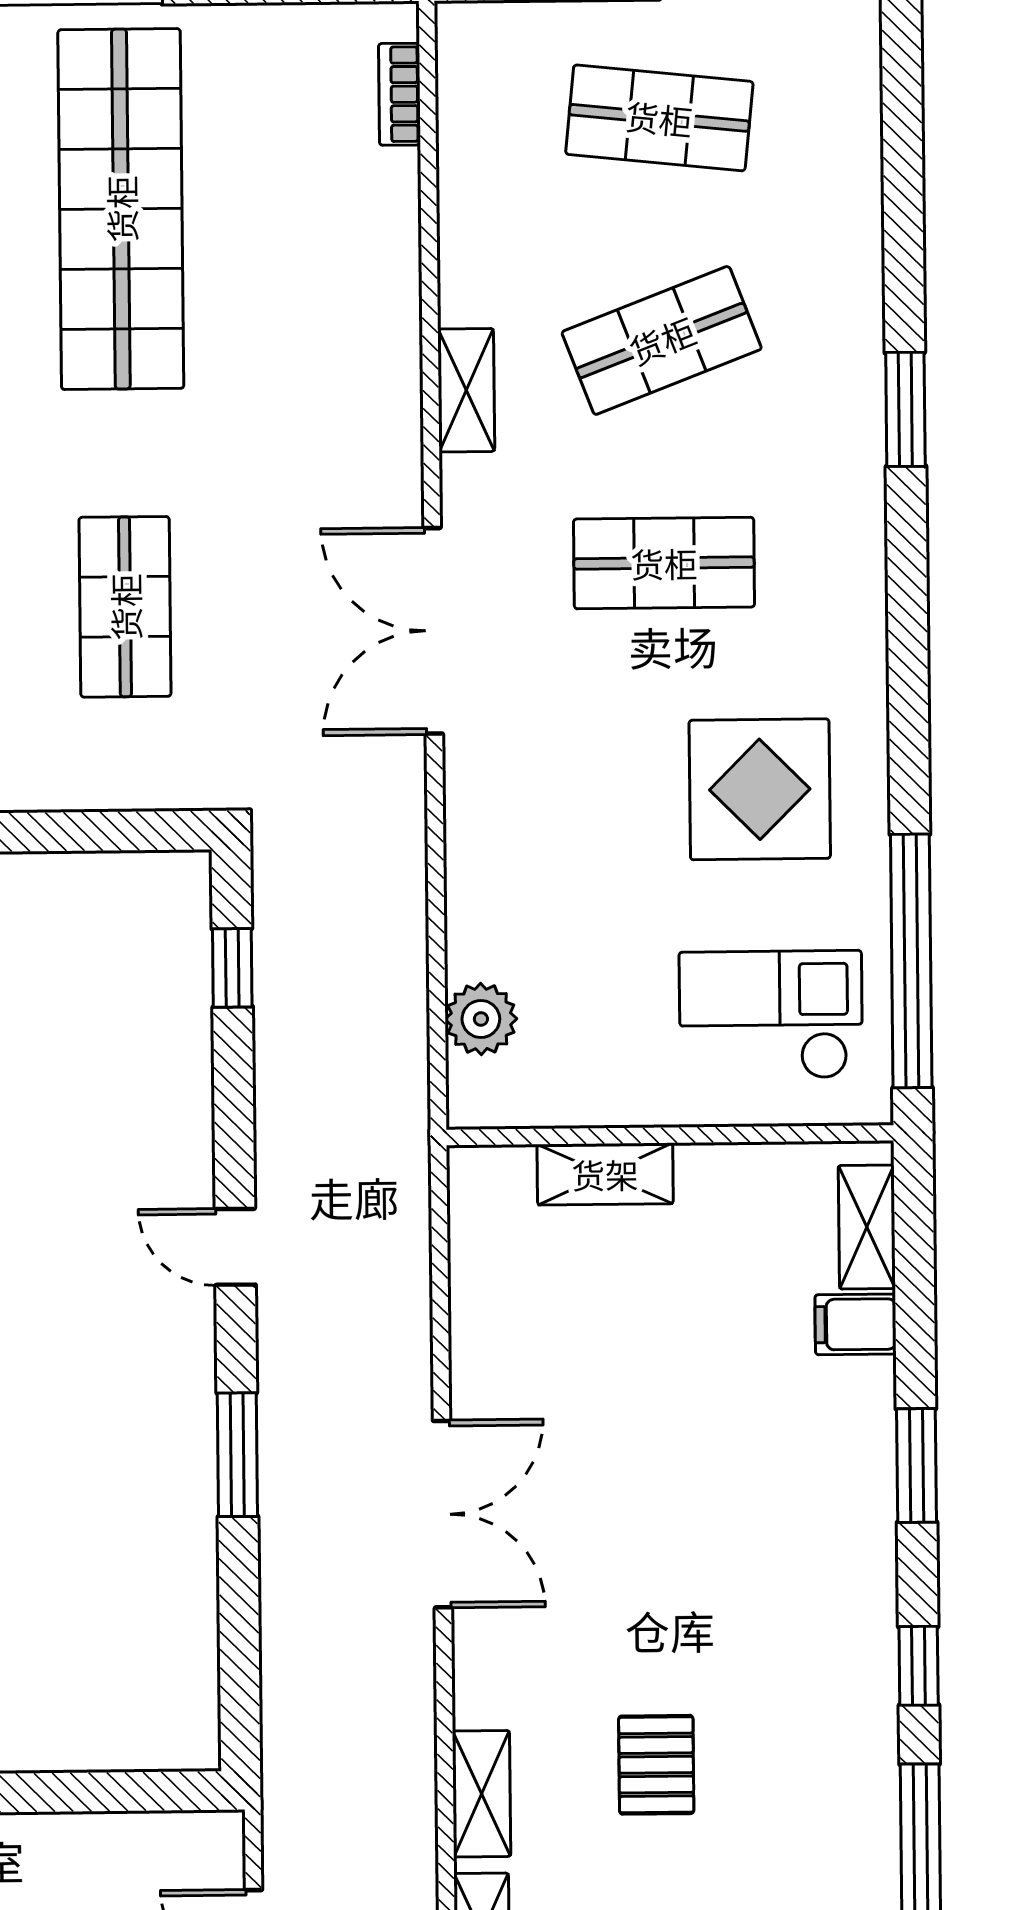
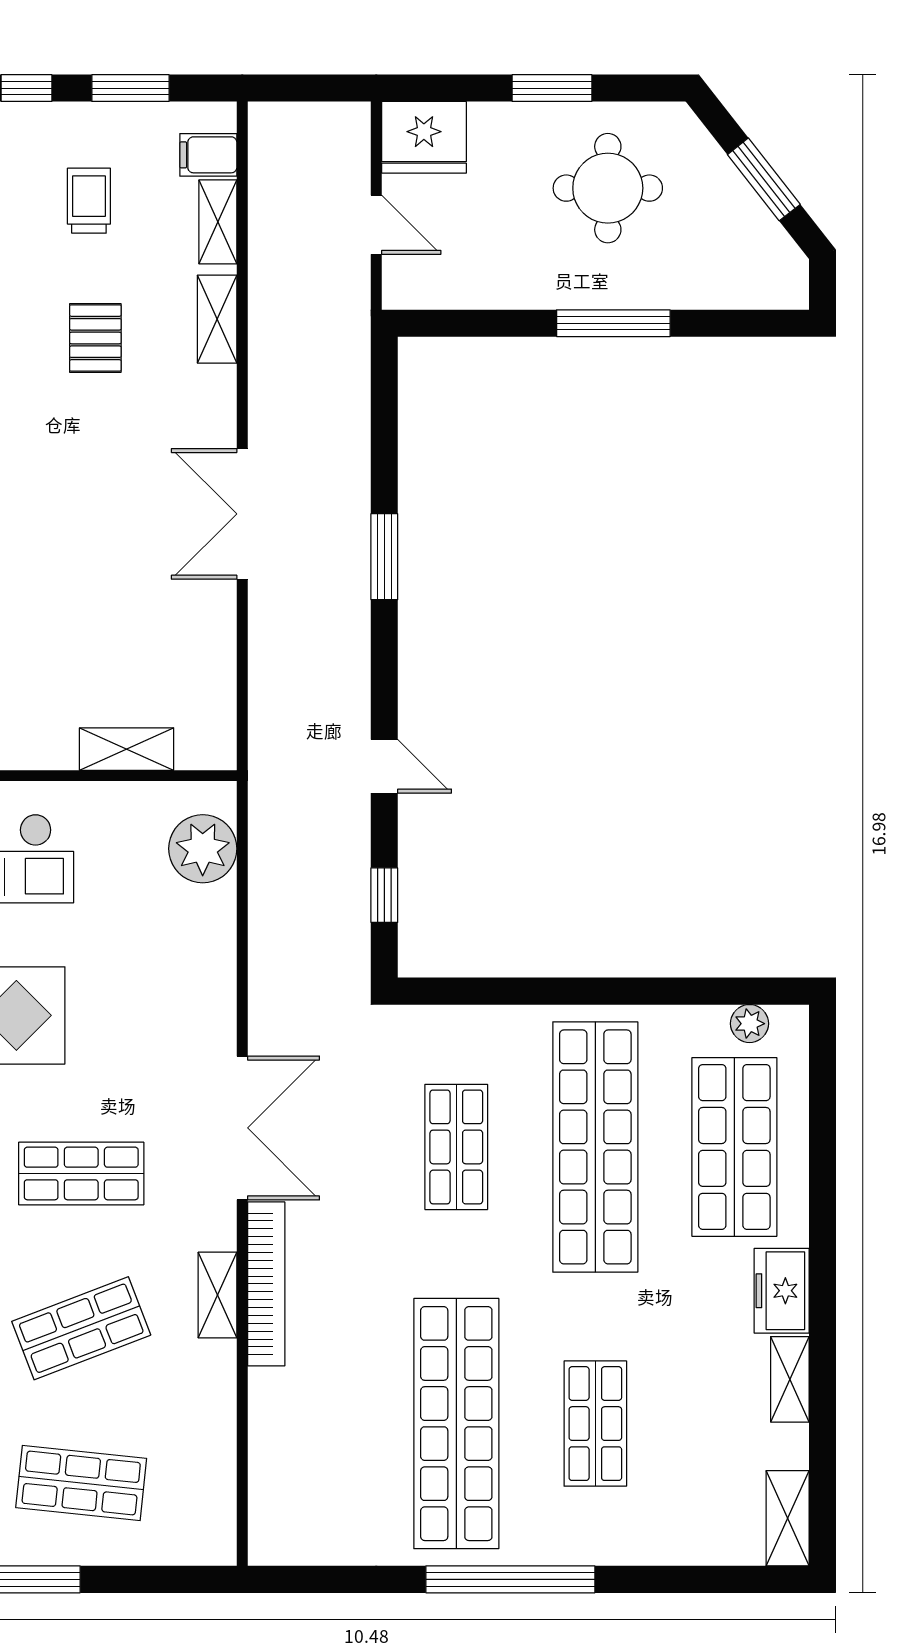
bookcase: (399, 94) -> (266, 1284), moved, width x2.31, depth x1.31
plant: (481, 1019) -> (203, 849), width x1.36, depth x1.36
door: (235, 1247) -> (384, 766), moved

